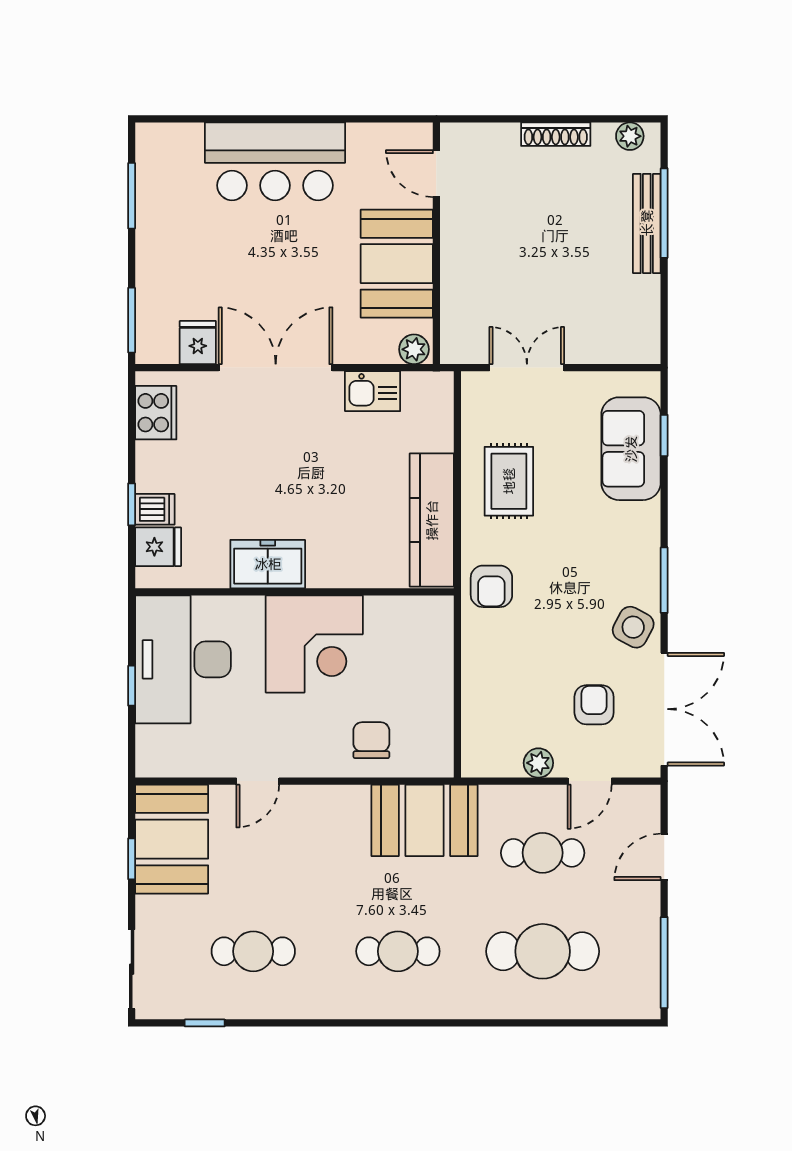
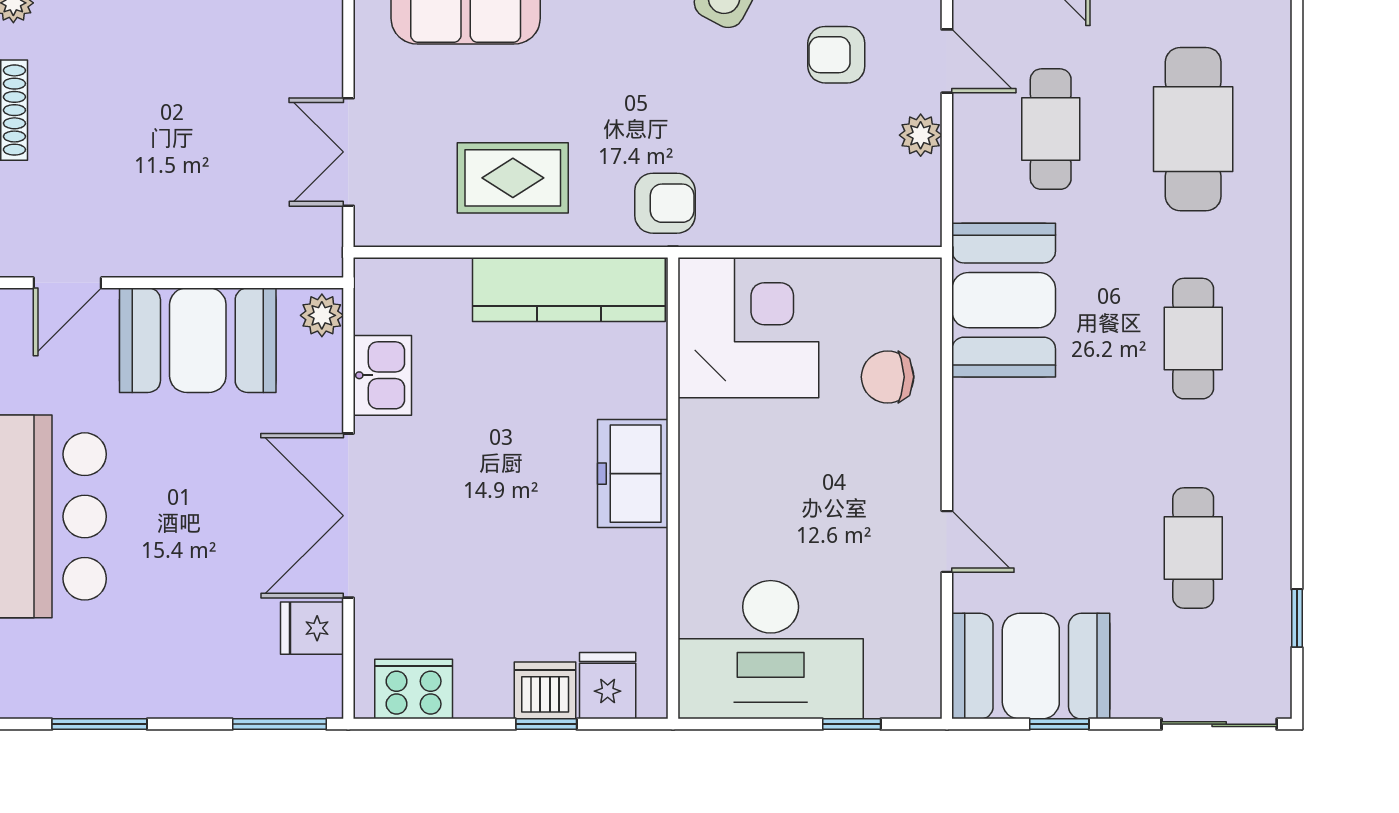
dishwasher: (155, 509) -> (545, 690), width x1.38
freezer: (268, 564) -> (633, 474), moved
corner desk: (314, 644) -> (748, 328), moved
window: (132, 686) -> (852, 724), moved

